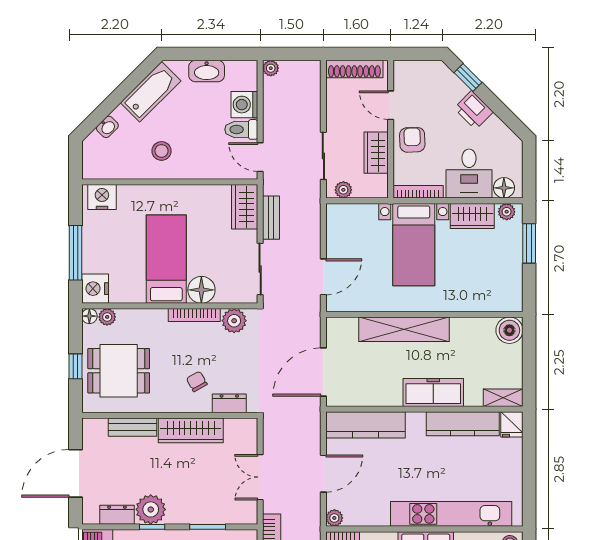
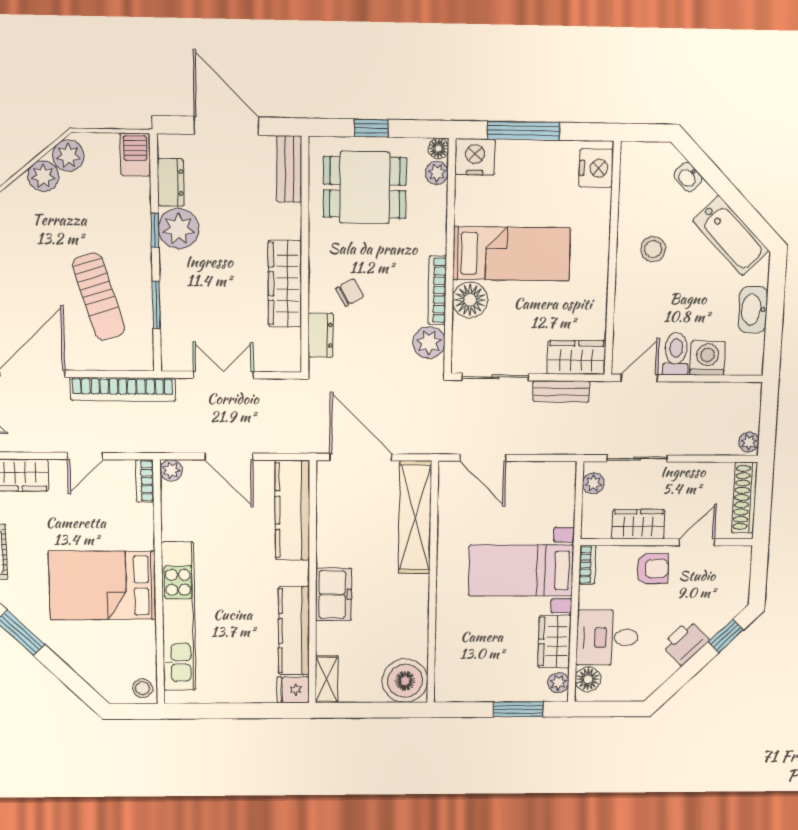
plant: (271, 68) -> (749, 442), moved
bookcase: (418, 192) -> (587, 565), width x0.64
shelving: (404, 329) -> (415, 517), moved
boiler: (509, 330) -> (405, 681), width x1.37, depth x1.37
dining table: (119, 371) -> (365, 188), turned 90
freezer: (433, 392) -> (334, 594), width x0.71
bench: (133, 427) -> (289, 169), moved

